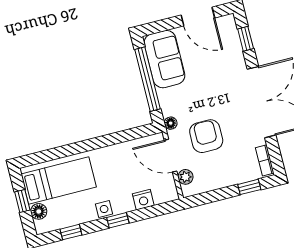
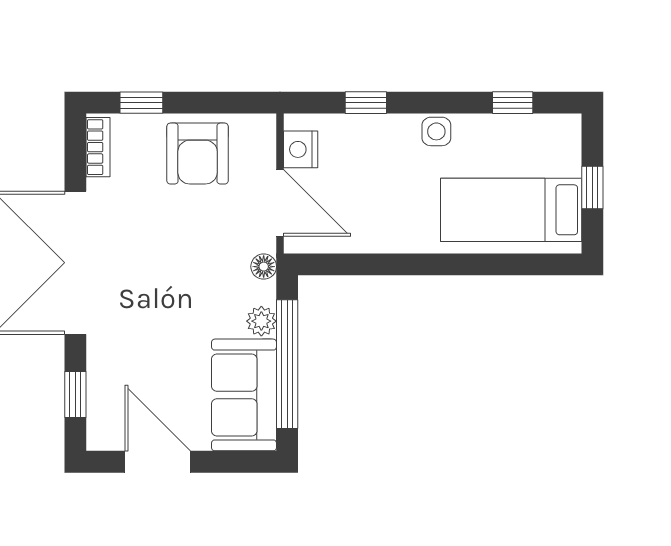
armchair: (206, 136) -> (198, 154), moved
plant: (185, 177) -> (261, 321), moved
nightstand: (143, 200) -> (301, 149), moved, turned -90
floor lamp: (39, 211) -> (565, 159), removed
window: (118, 220) -> (366, 103), moved

